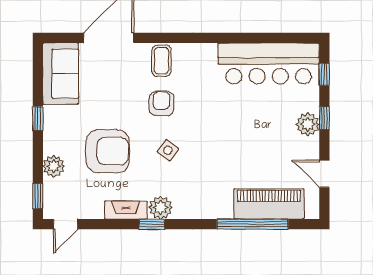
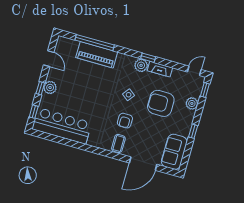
piano: (269, 204) -> (97, 55), moved

